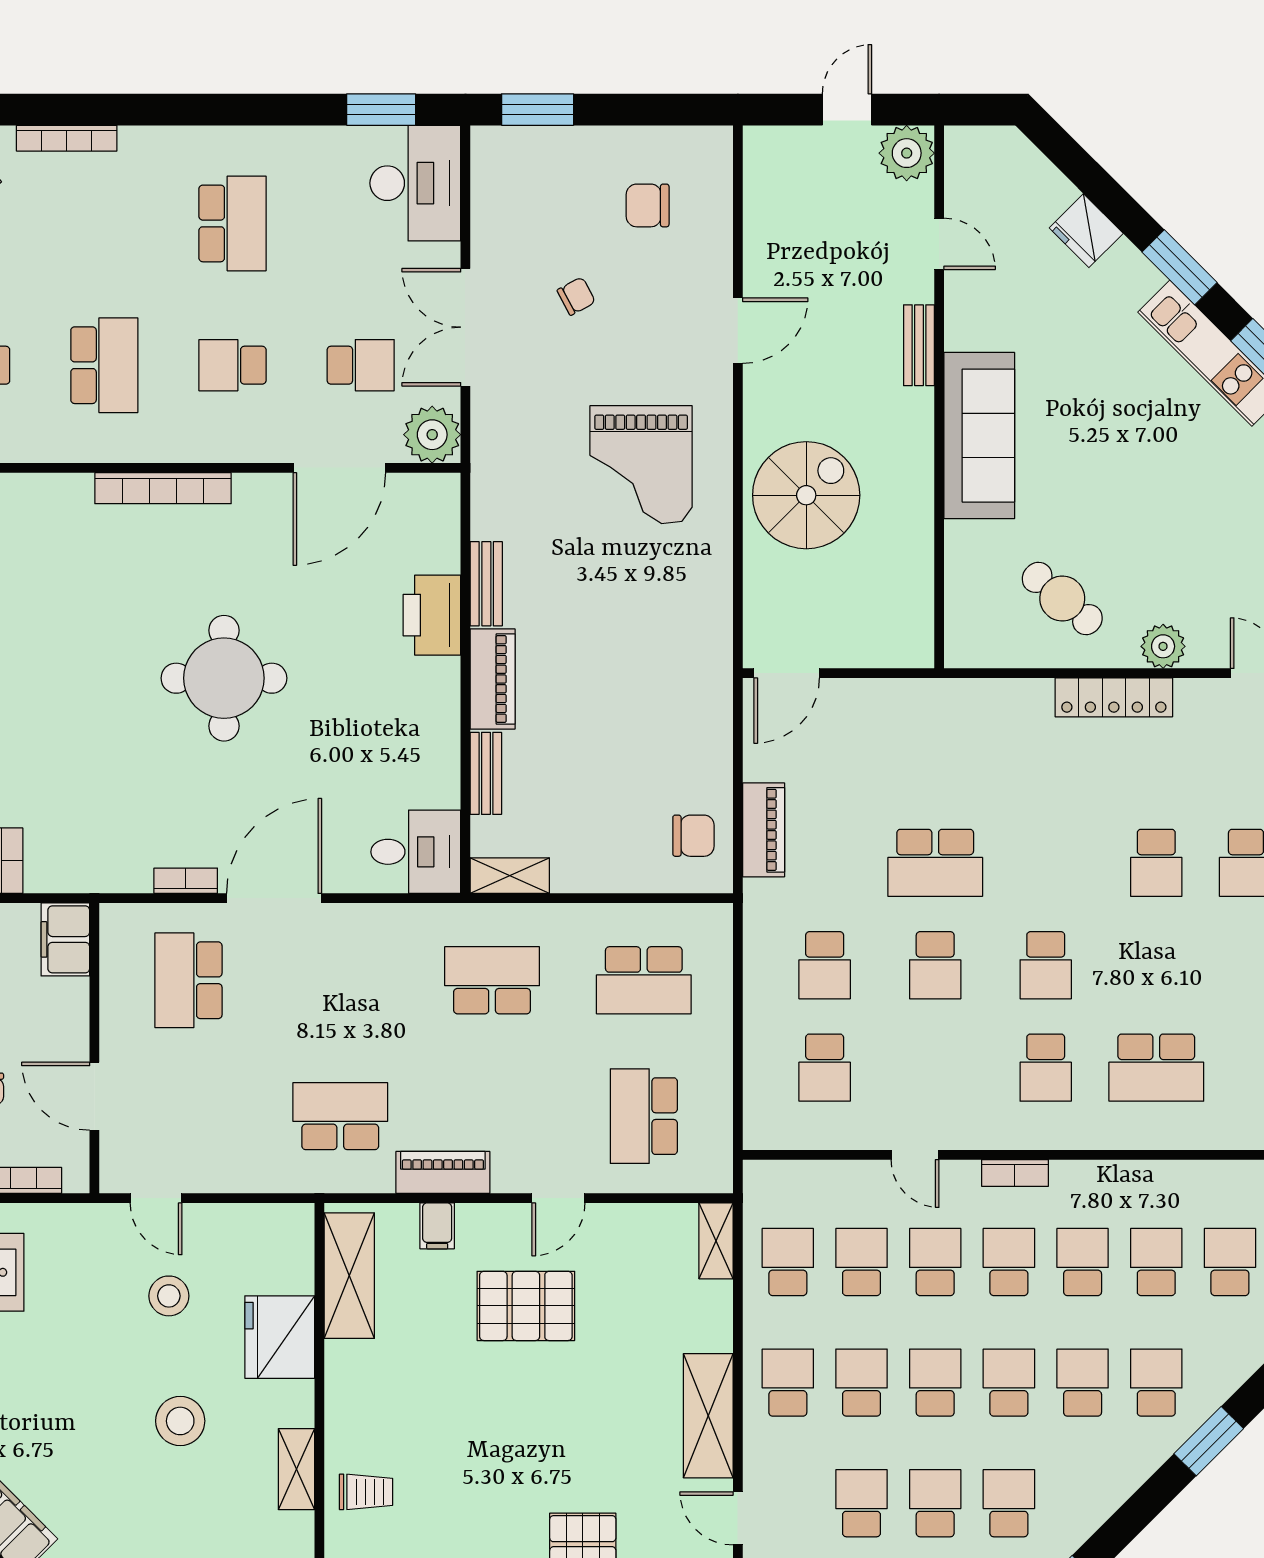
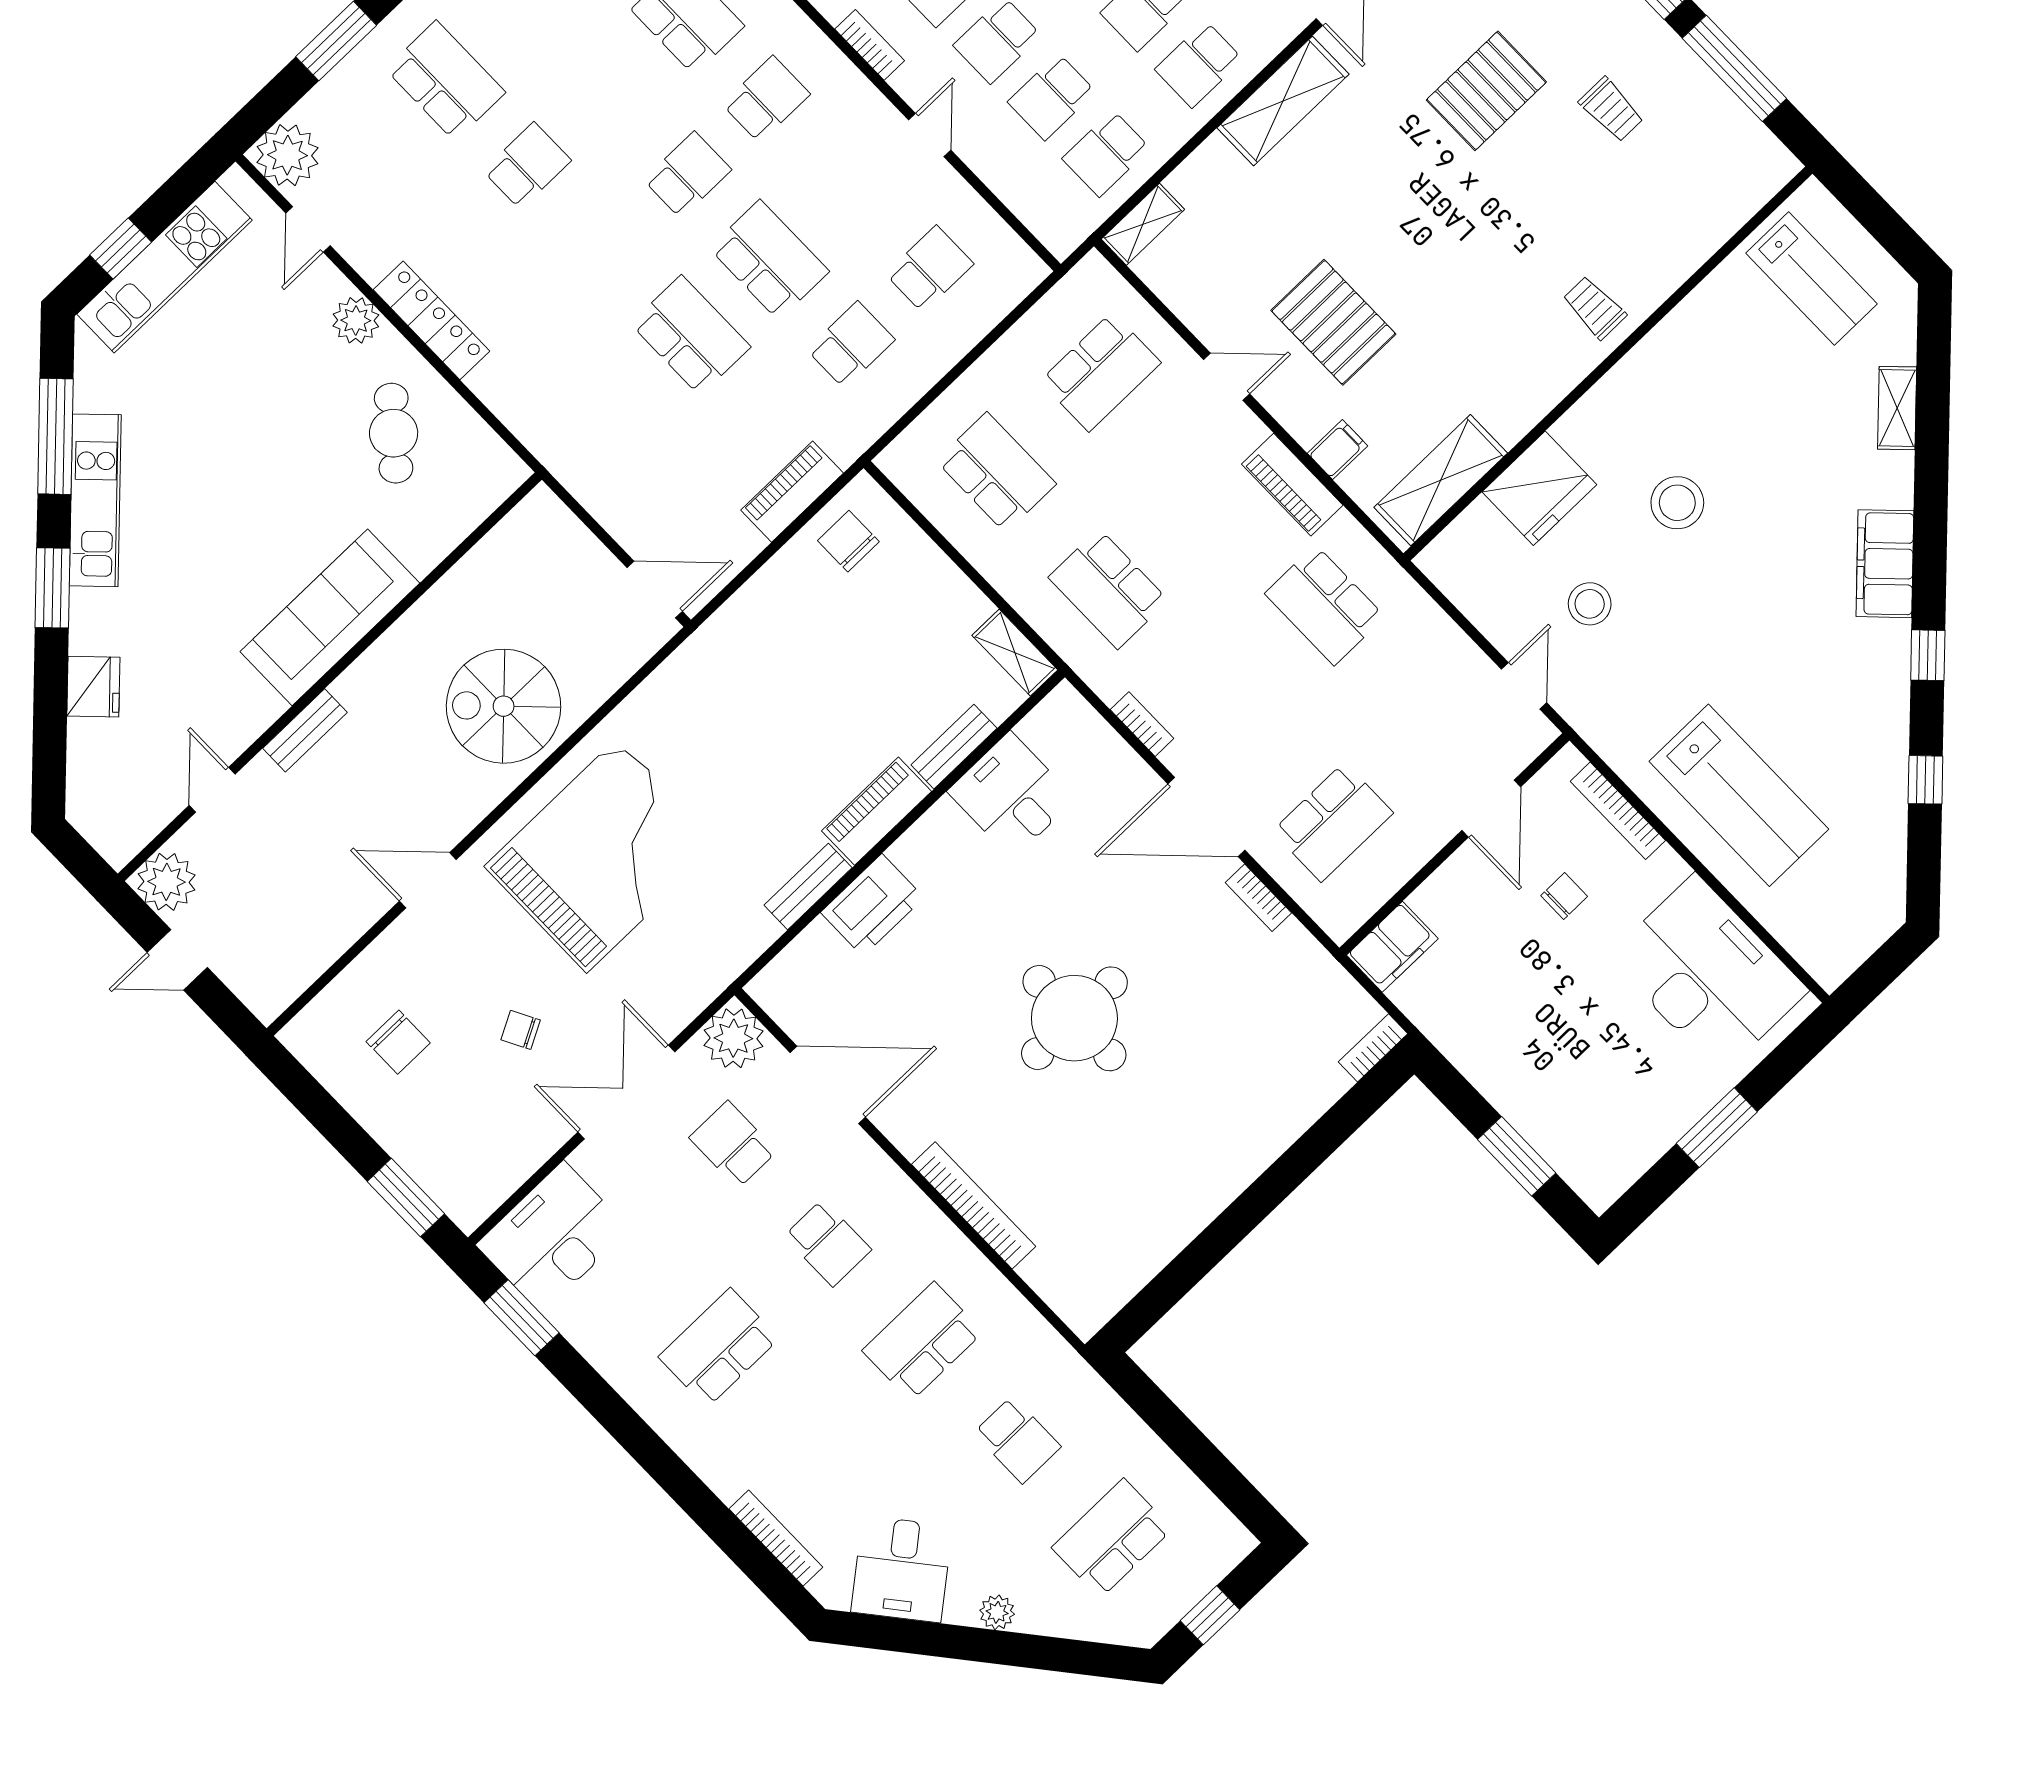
double door: (465, 327) -> (626, 1092), swing flipped
grand piano: (641, 465) -> (602, 856), width x1.37, depth x1.48
desk: (416, 852) -> (1011, 795), moved
bookcase: (379, 915) -> (1142, 724), added
school desk: (935, 965) -> (769, 260), width x1.85
shelving: (297, 1469) -> (1628, 378), removed

